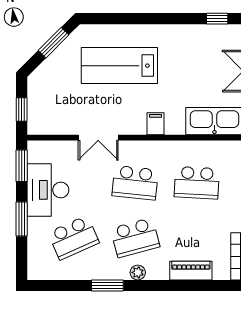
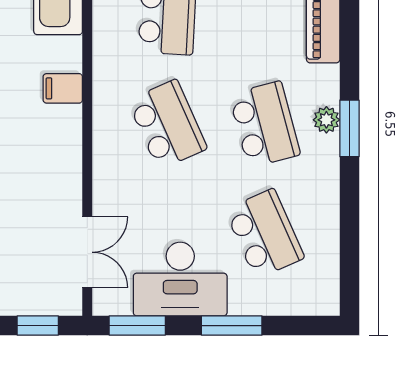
double door: (98, 138) -> (87, 252), moved
school desk: (135, 183) -> (167, 124), turned -30
window: (107, 285) -> (349, 128), moved

